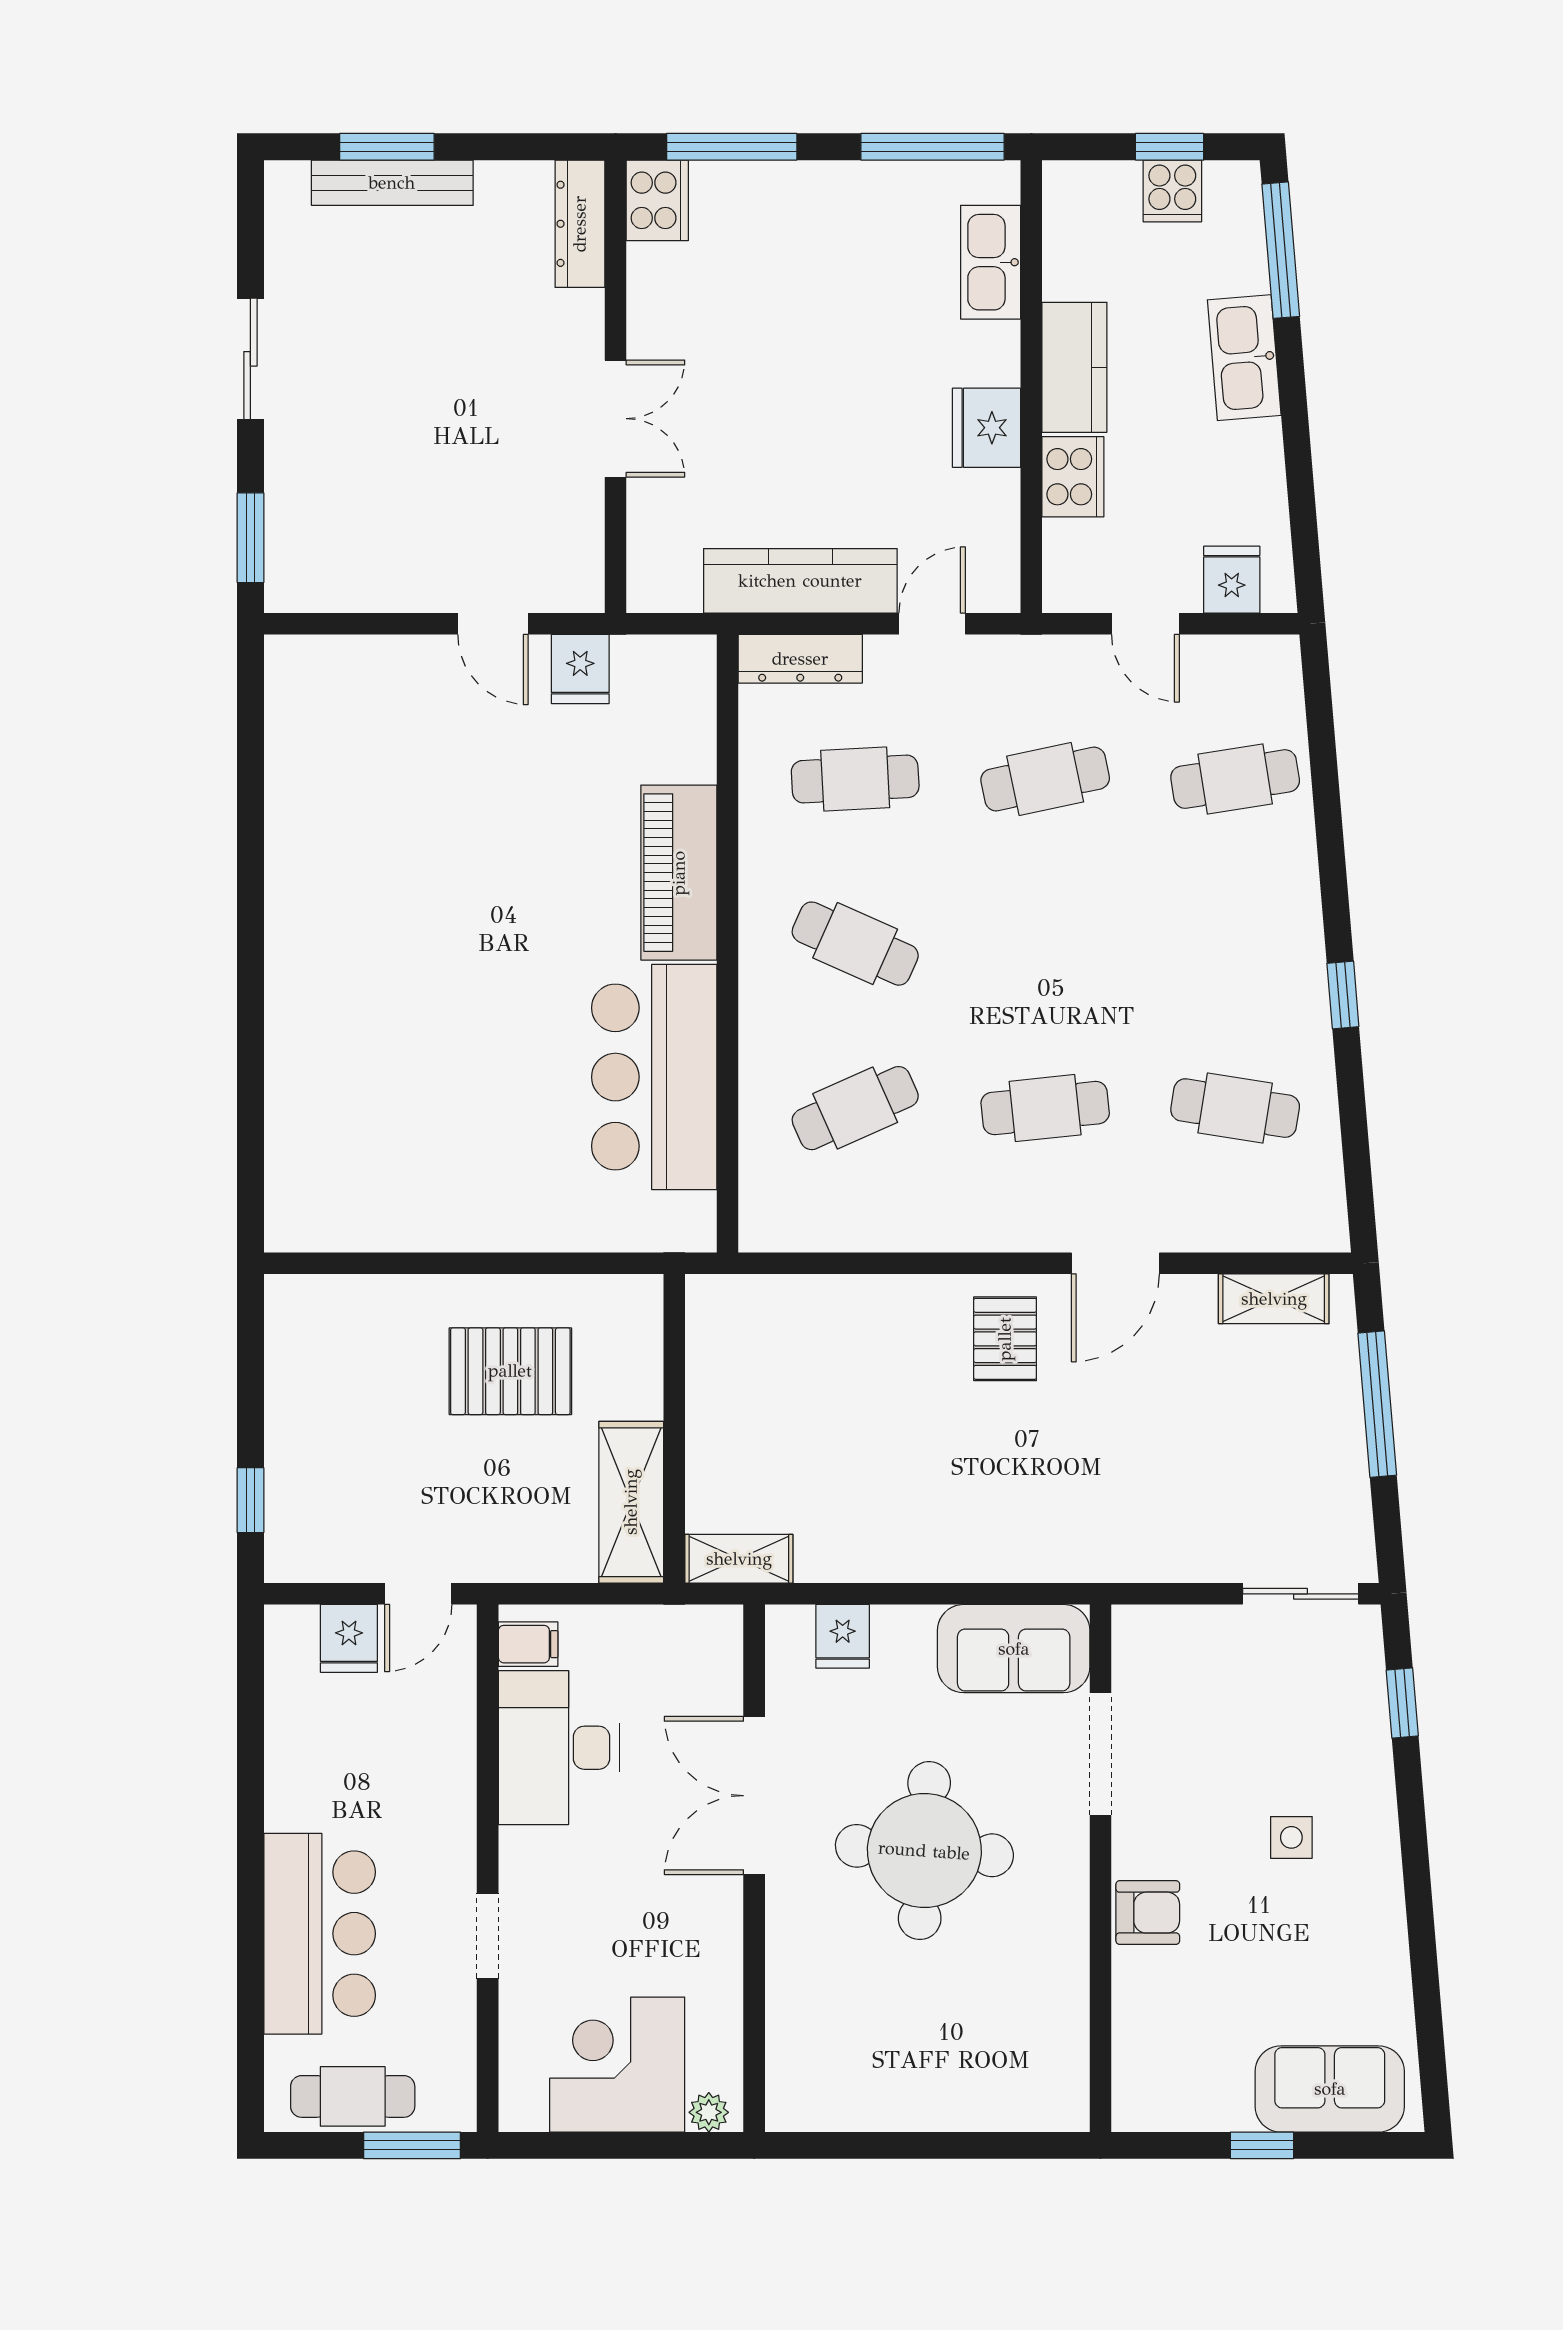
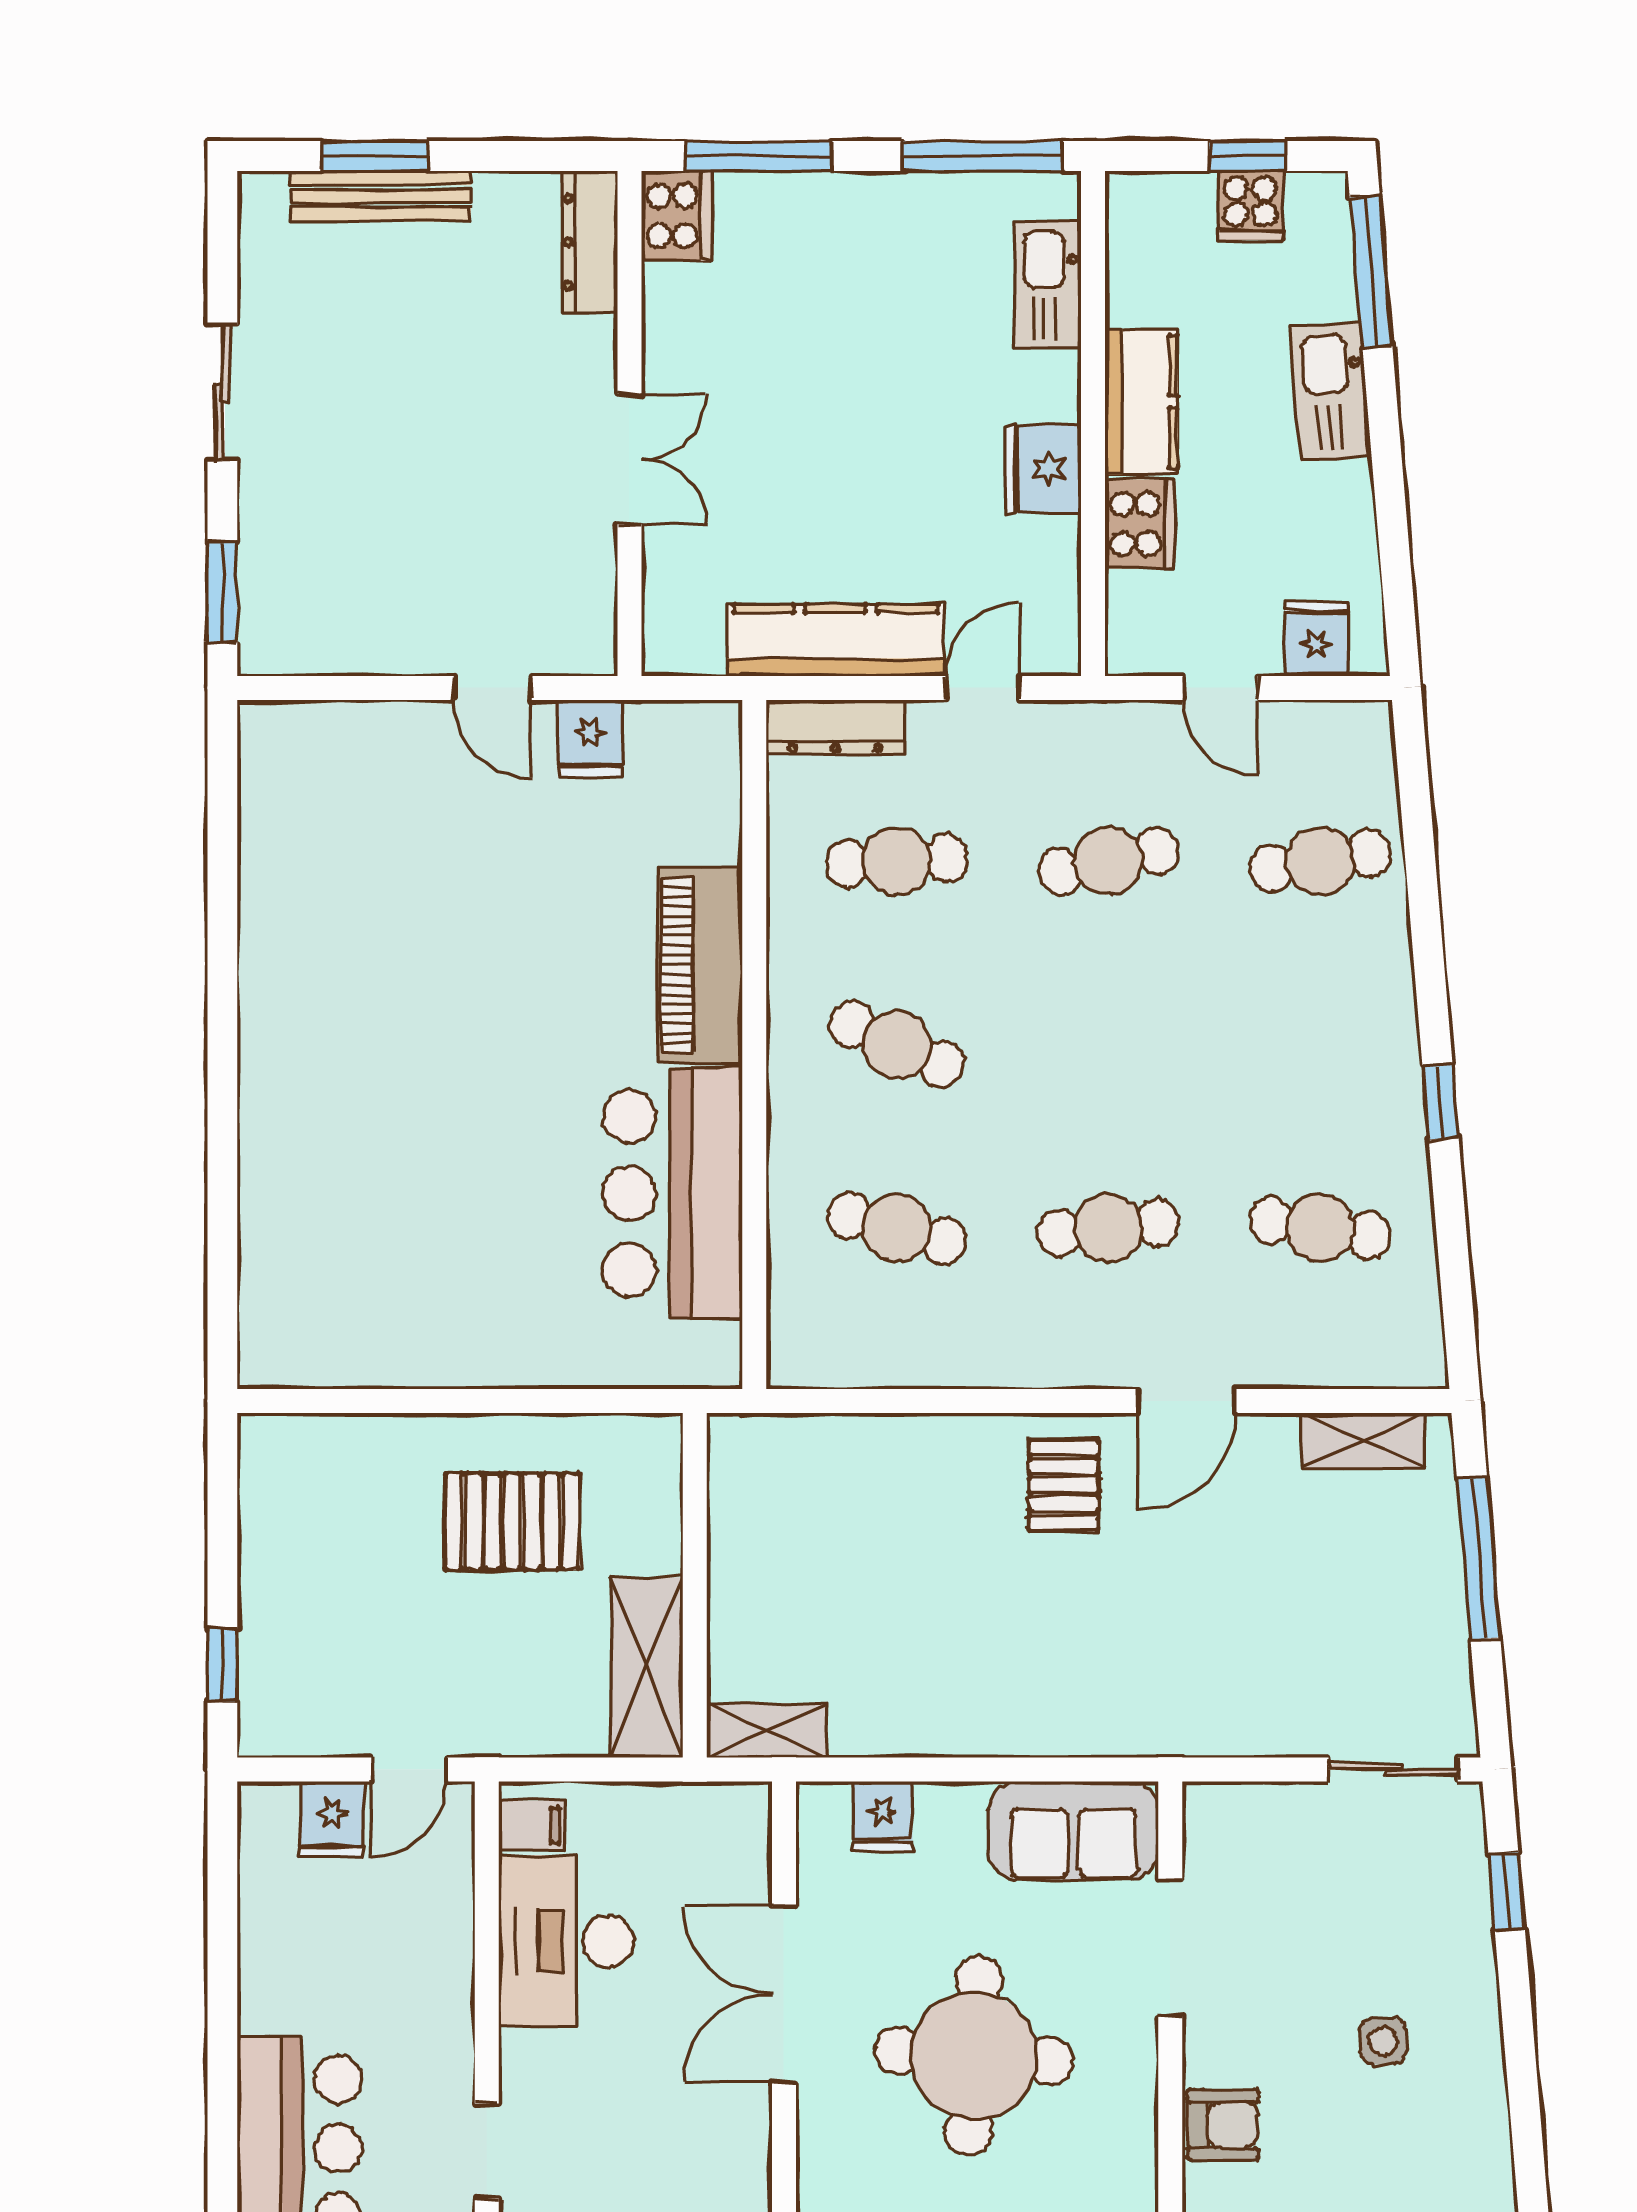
cafe table: (855, 1108) -> (897, 1228), turned 39

